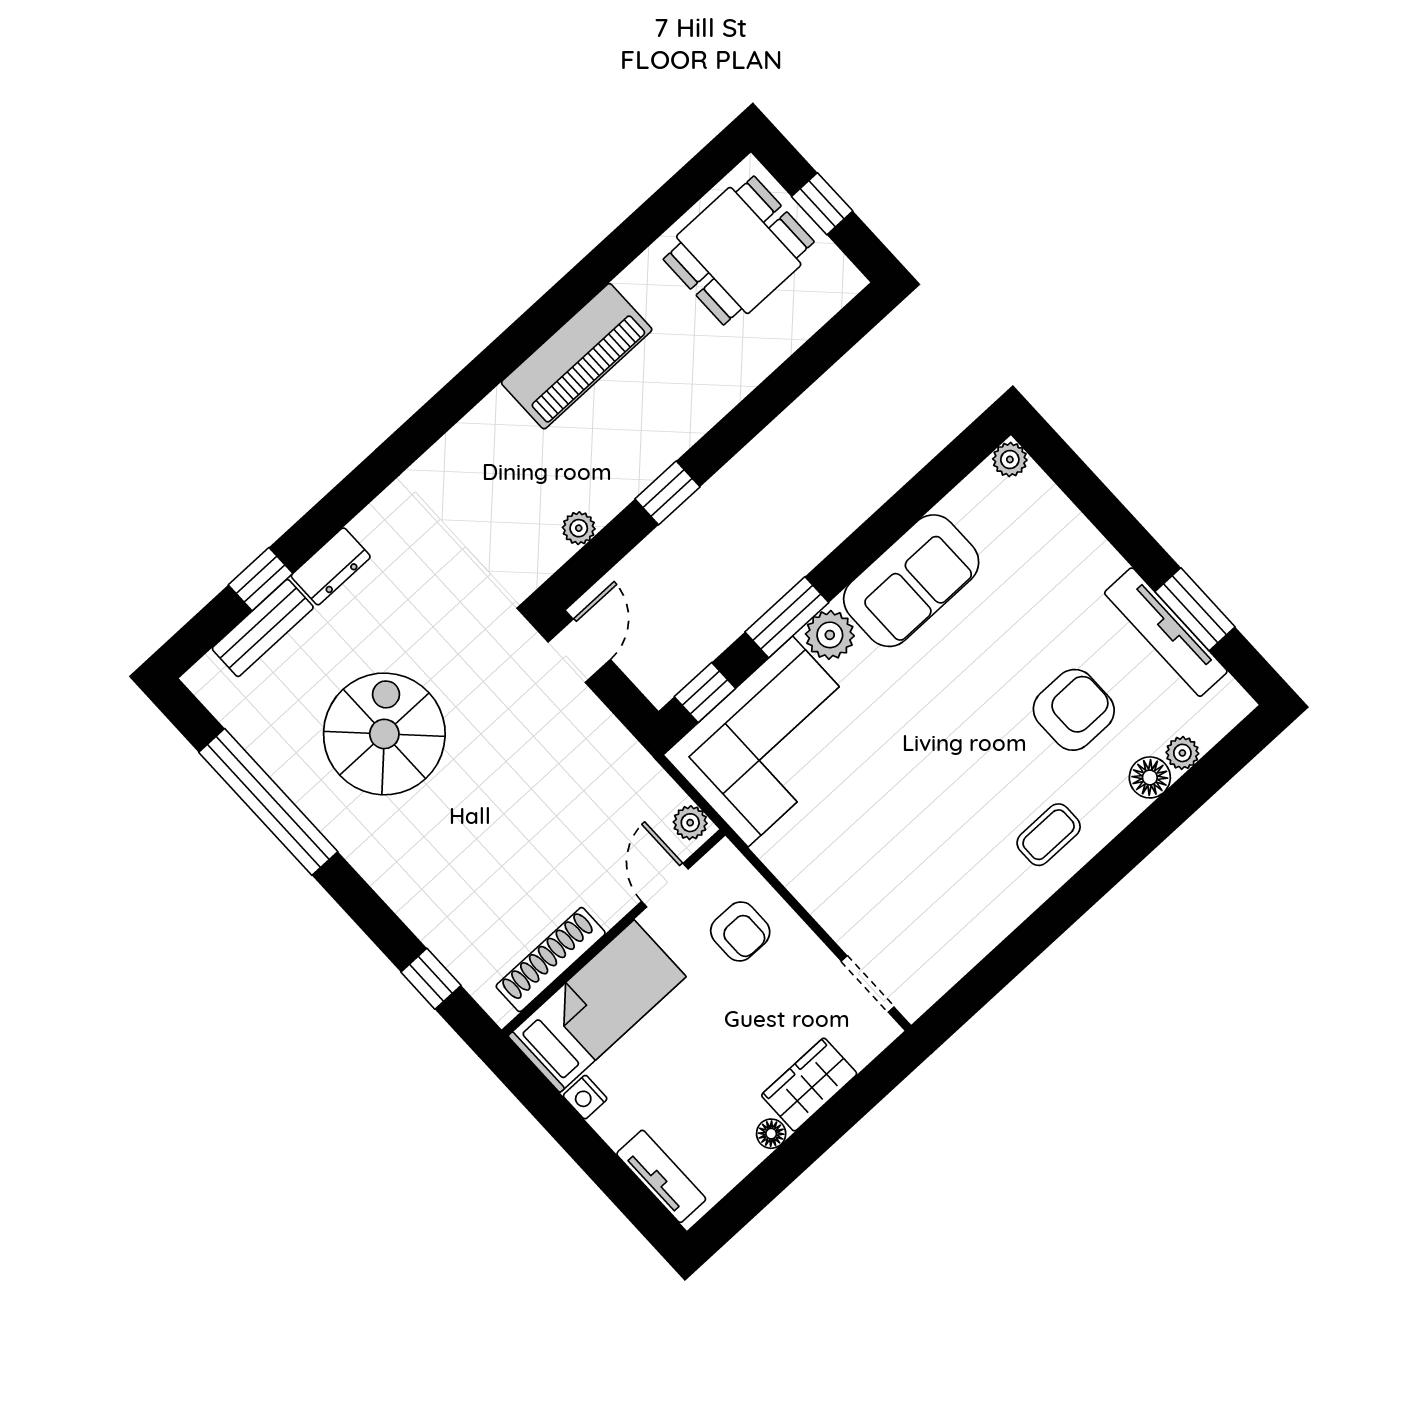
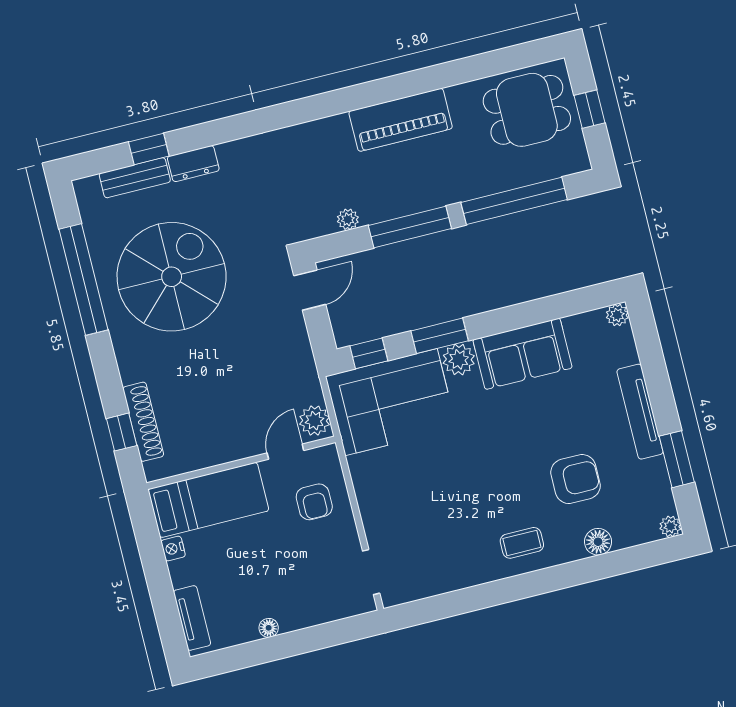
window: (788, 382) -> (514, 201), added
window: (667, 493) -> (410, 227), width x2.17
tv unit: (1166, 632) -> (640, 412), moved
spiral stairs: (384, 734) -> (172, 277), width x1.37, depth x1.37
plant: (1182, 753) -> (670, 526), moved
plant: (690, 823) -> (315, 421), width x1.38, depth x1.38
shoe rack: (551, 960) -> (143, 422), moved, turned 90
wardrobe: (809, 1085) -> (306, 612), removed

